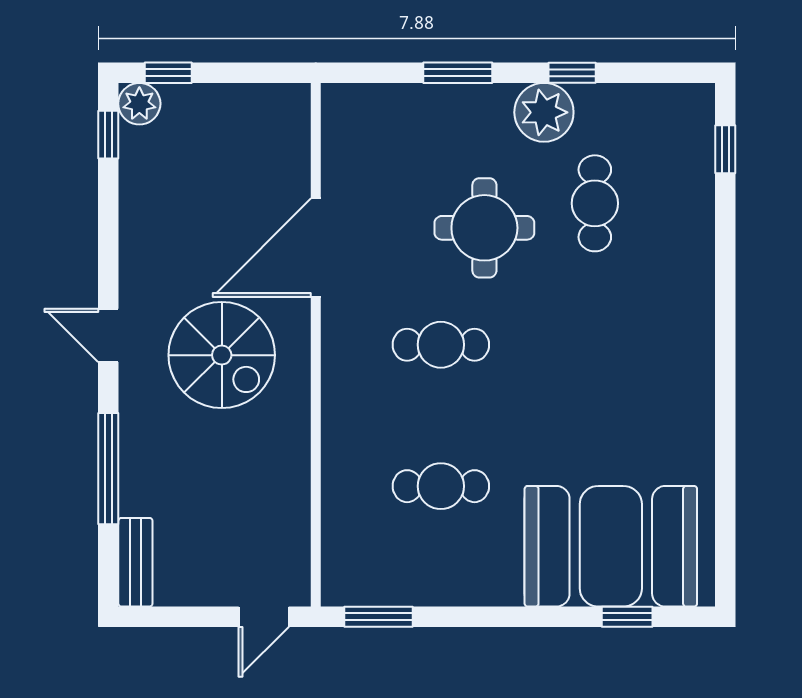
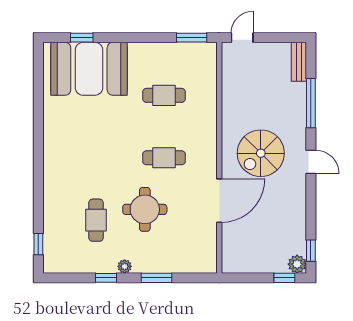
plant: (544, 112) -> (125, 266), width x0.53, depth x0.53
spiral stairs: (222, 355) -> (261, 153), turned -90

